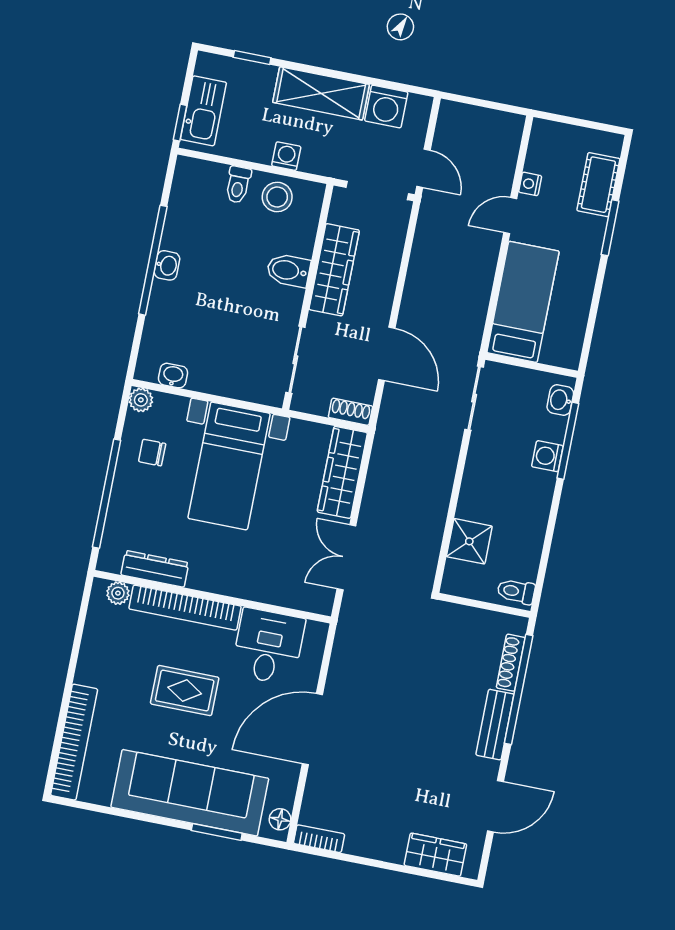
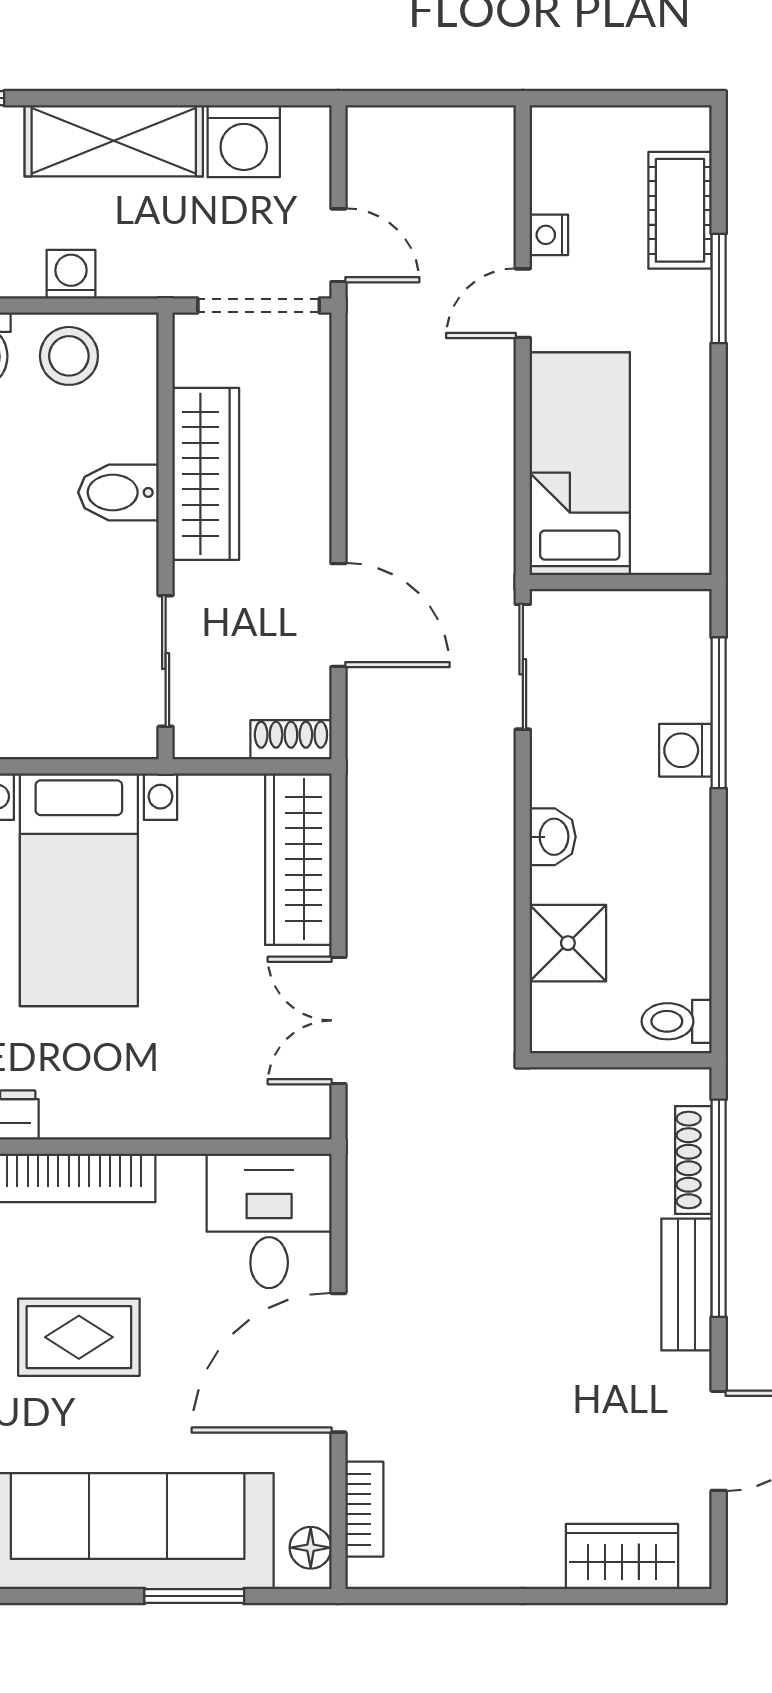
washbasin: (560, 400) -> (553, 837), moved, turned 180
desk: (268, 646) -> (269, 1221), moved
bookcase: (319, 839) -> (364, 1509), moved, turned 90

